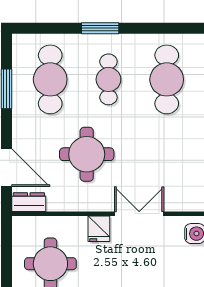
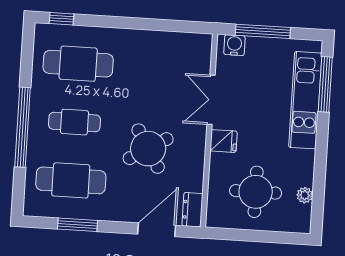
window: (100, 28) -> (23, 127), width x2.11
round table: (87, 154) -> (148, 149), turned -31

